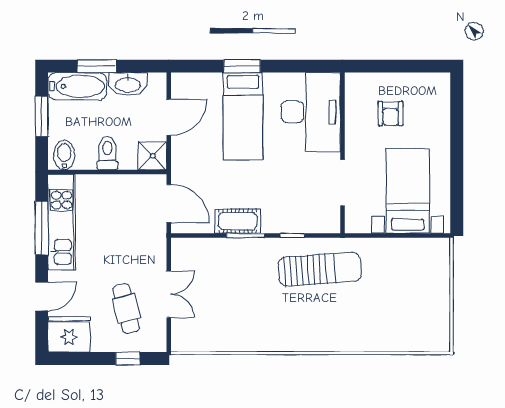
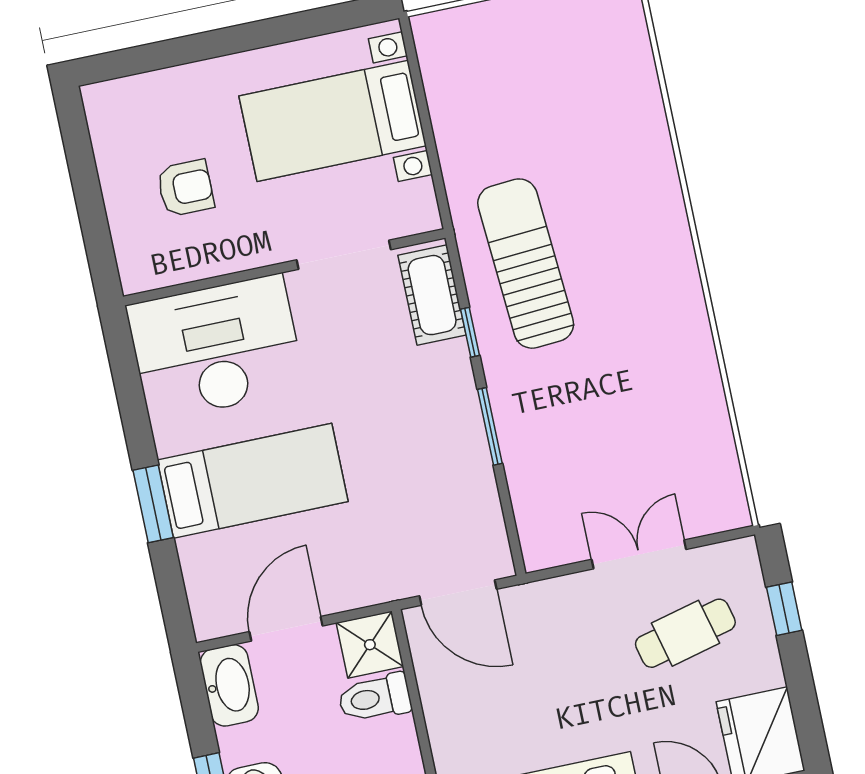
washbasin: (128, 84) -> (229, 685), moved
door: (169, 117) -> (286, 629), hinge flipped
toilet: (107, 153) -> (375, 698), moved
door: (169, 203) -> (458, 593), swing flipped
cot: (238, 221) -> (432, 295), moved

